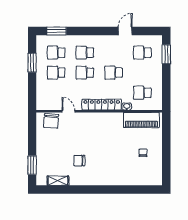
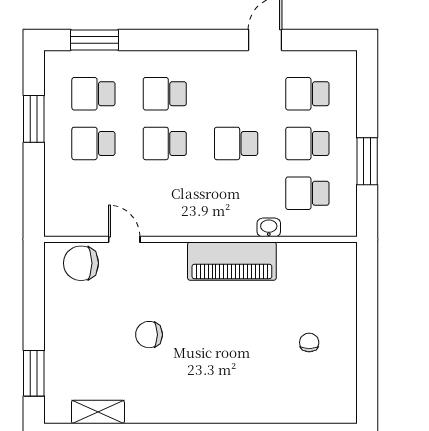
window: (166, 54) -> (367, 161), moved
school desk: (142, 73) -> (307, 143), added
locker: (102, 105) -> (207, 223), removed
piano: (141, 120) -> (232, 261), moved
chair: (51, 121) -> (81, 263), turned 85
chair: (79, 161) -> (149, 335), moved

